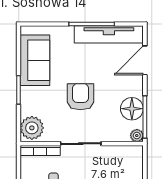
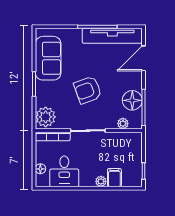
armchair: (80, 97) -> (88, 90), turned -110
plant: (137, 136) -> (123, 124), moved

